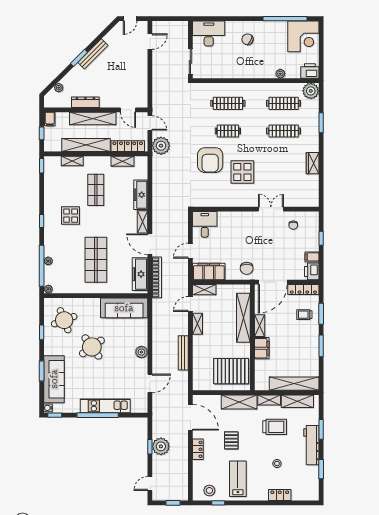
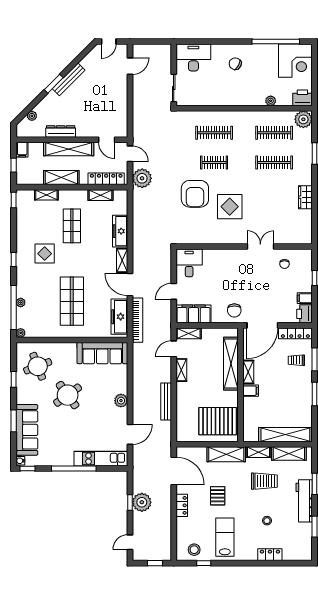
shelving: (86, 145) -> (61, 178), width x0.68
filing cabinet: (262, 348) -> (251, 391), width x0.50
kitchen unit: (105, 406) -> (101, 459), moved

